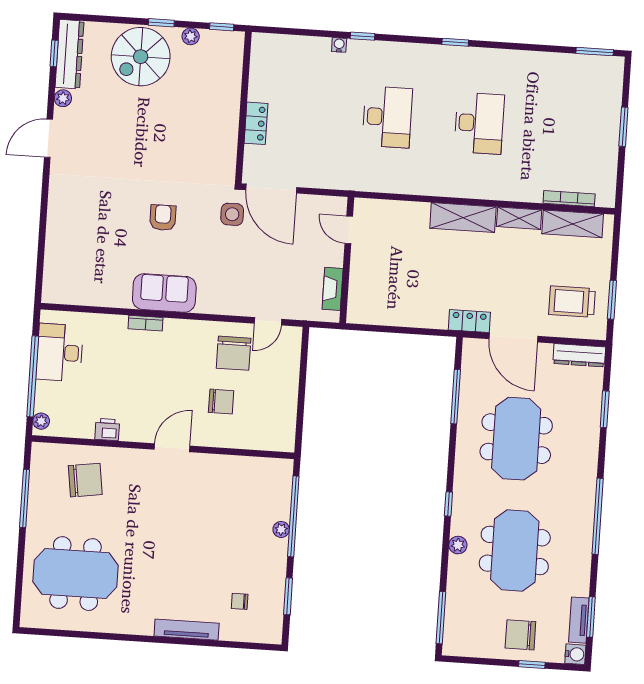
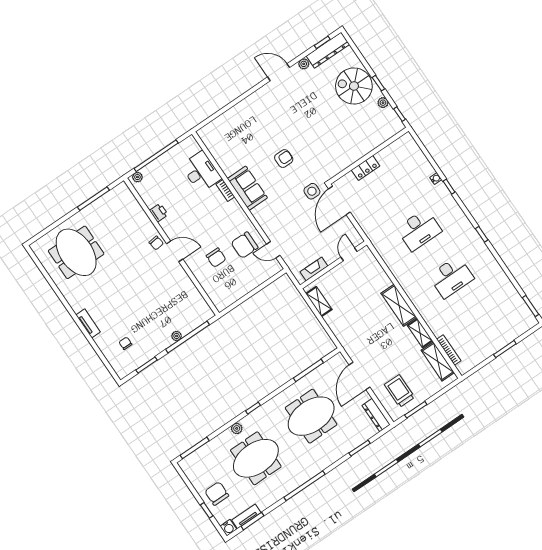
shelving: (379, 315) -> (319, 302), added
locker: (469, 321) -> (351, 348), removed
desk: (60, 352) -> (201, 172), moved, turned 90
chair: (85, 480) -> (156, 243), moved, width x0.54, depth x0.54
tv unit: (187, 630) -> (88, 323), width x0.71

